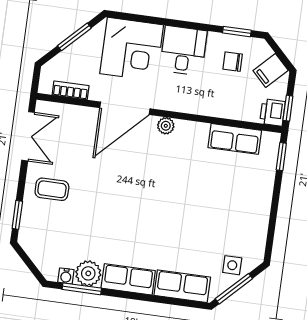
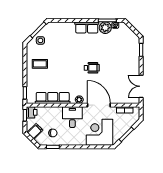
desk: (183, 51) -> (72, 117), moved, turned 180
door: (125, 108) -> (99, 105), hinge flipped
row of seats: (235, 139) -> (53, 98), width x1.48
coffee table: (52, 189) -> (40, 64), moved
wheelchair: (129, 191) -> (92, 68), added
row of seats: (182, 286) -> (62, 28), removed

